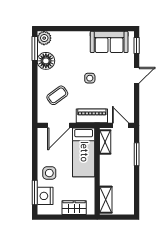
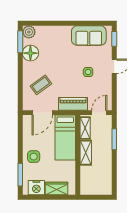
side table: (90, 78) -> (88, 72), moved
door: (120, 125) -> (99, 113), hinge flipped
nightstand: (45, 196) -> (36, 188), moved, turned -90
shelving: (106, 200) -> (86, 153), moved

